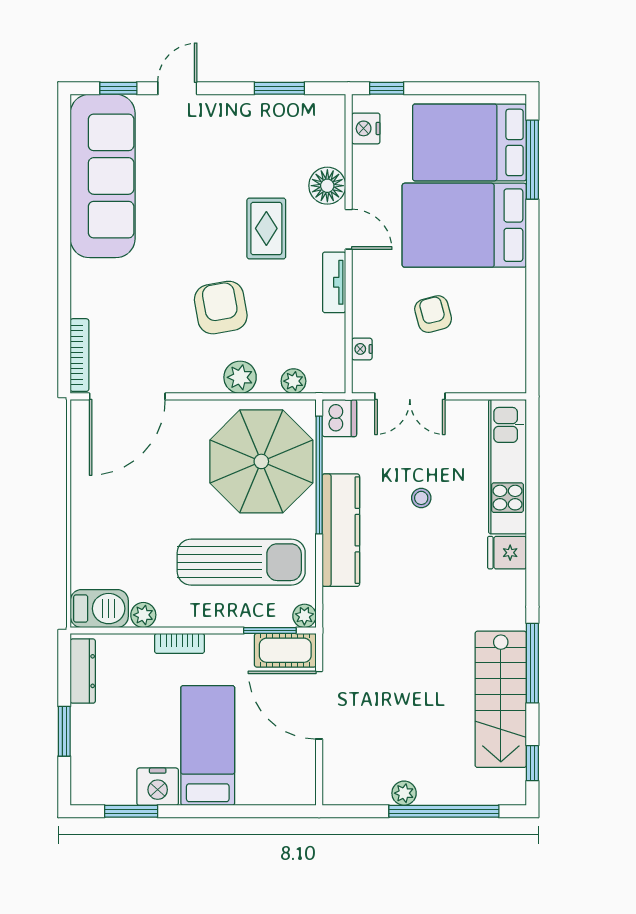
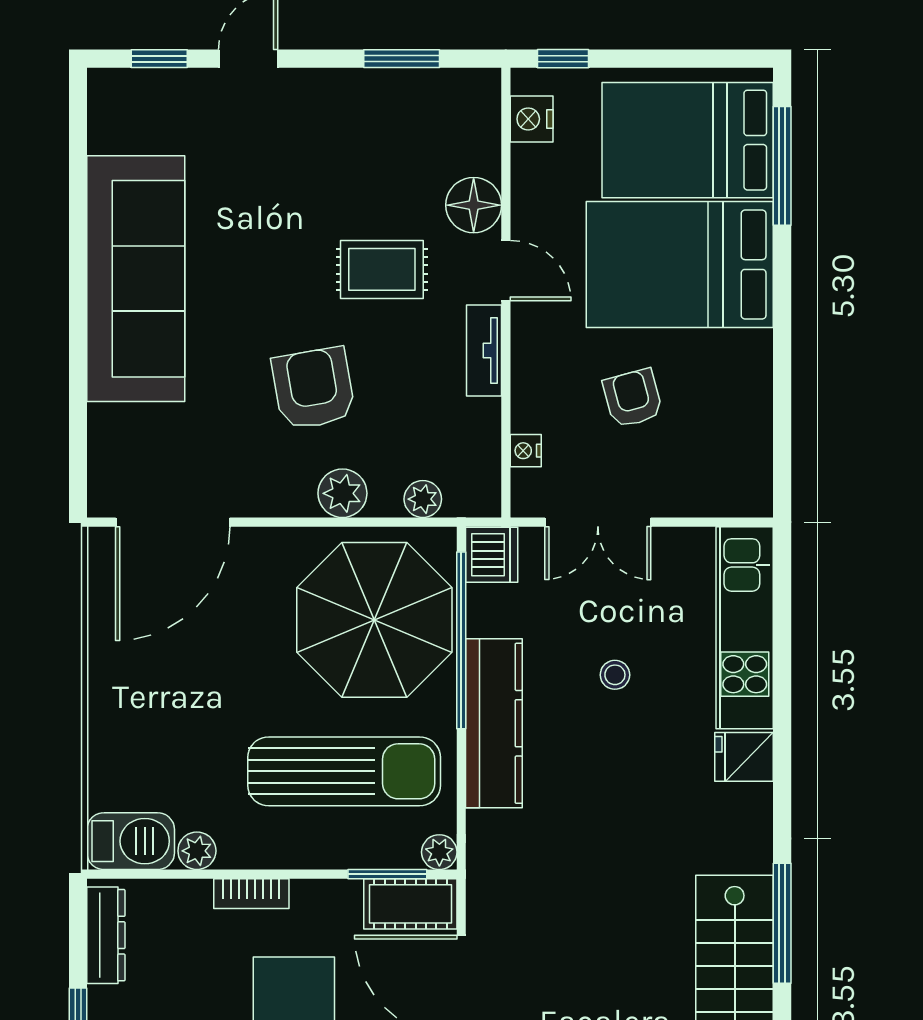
sofa: (103, 176) -> (136, 279), moved
rug: (266, 228) -> (382, 269), turned 90
bookcase: (79, 355) -> (101, 460), removed

